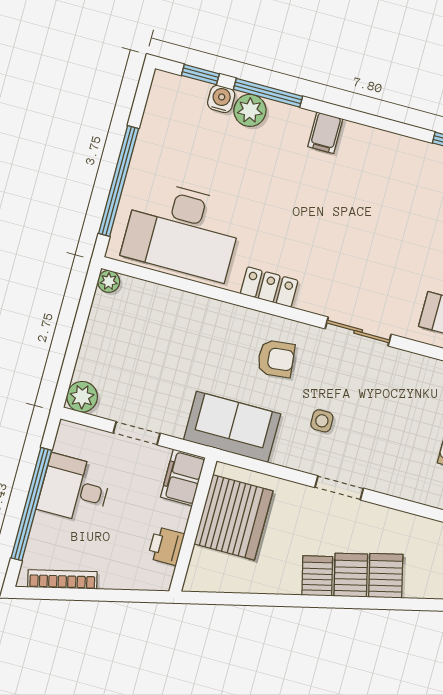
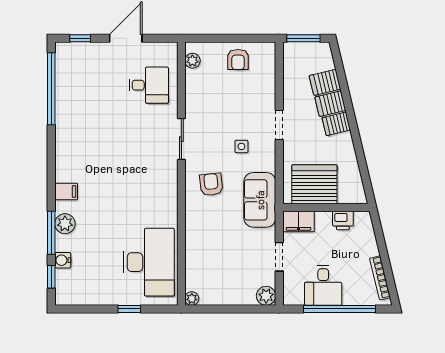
plant: (250, 110) -> (65, 224), moved
window: (119, 181) -> (129, 309), width x0.32
locker: (269, 287) -> (169, 200), removed

